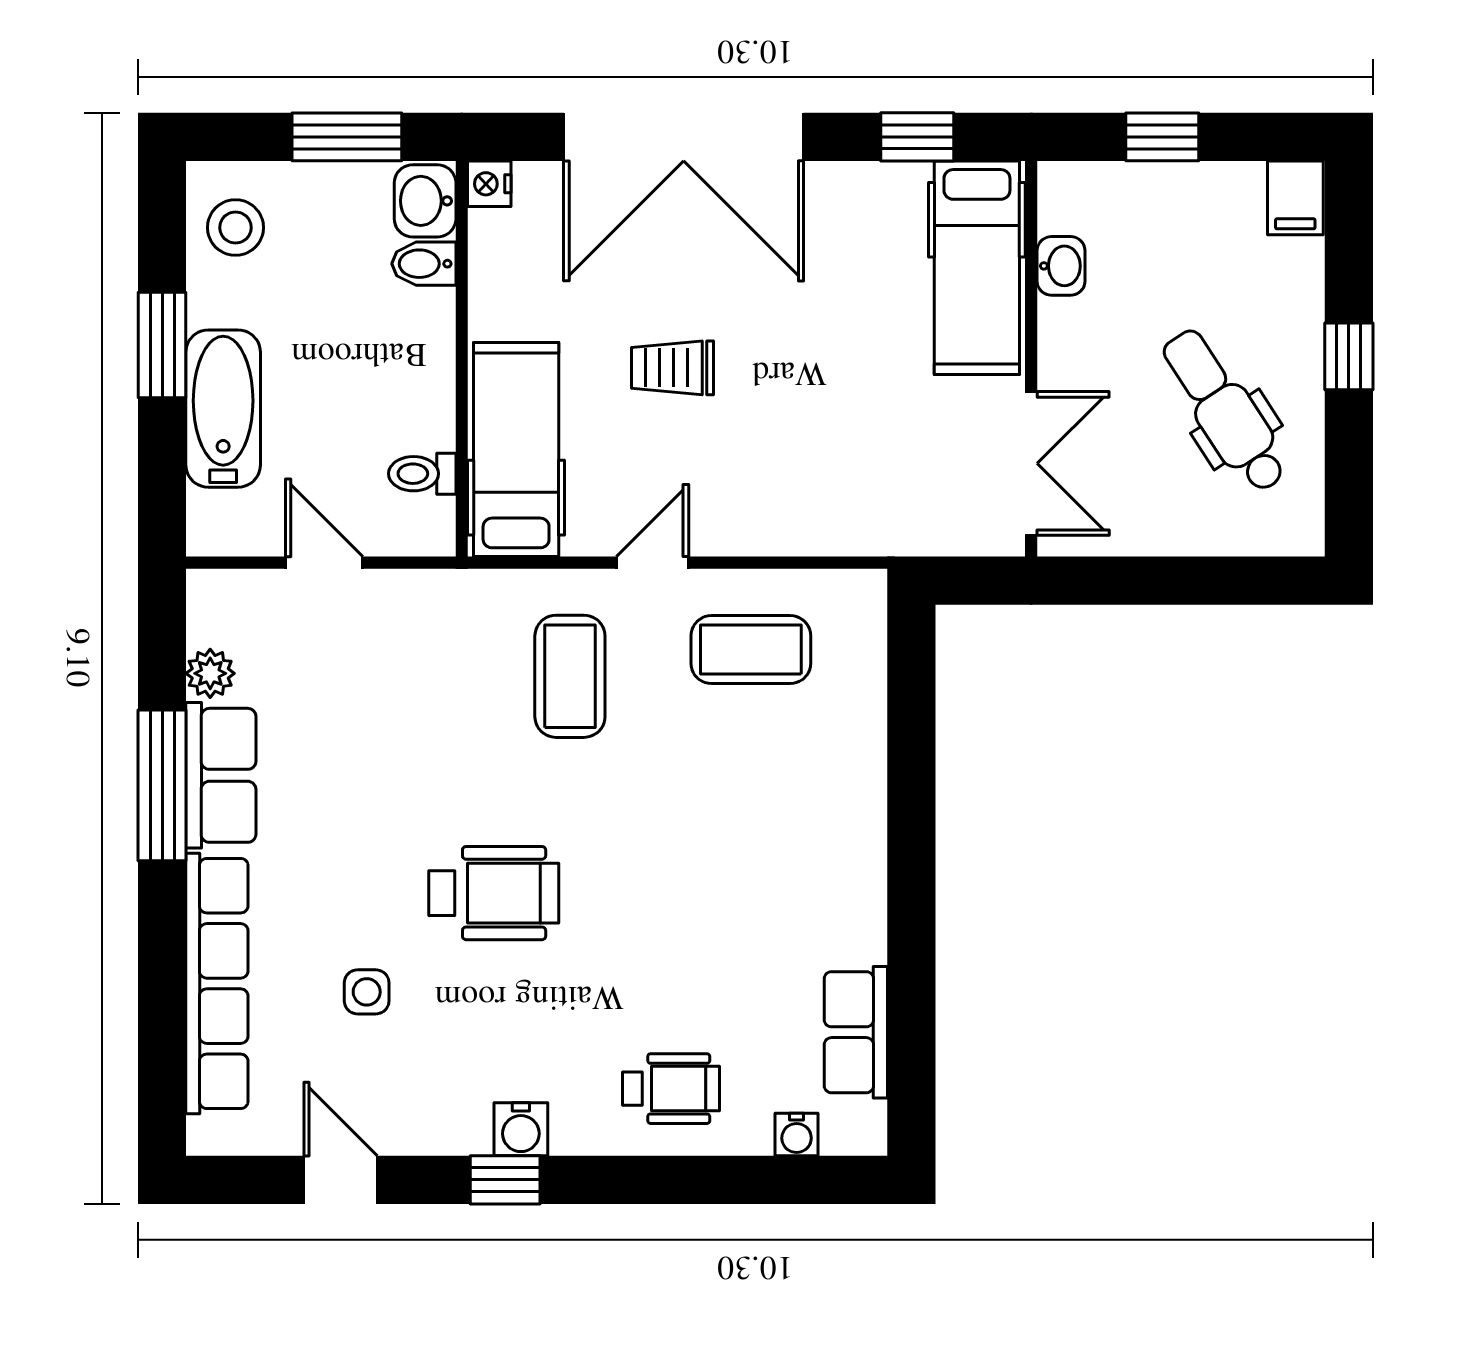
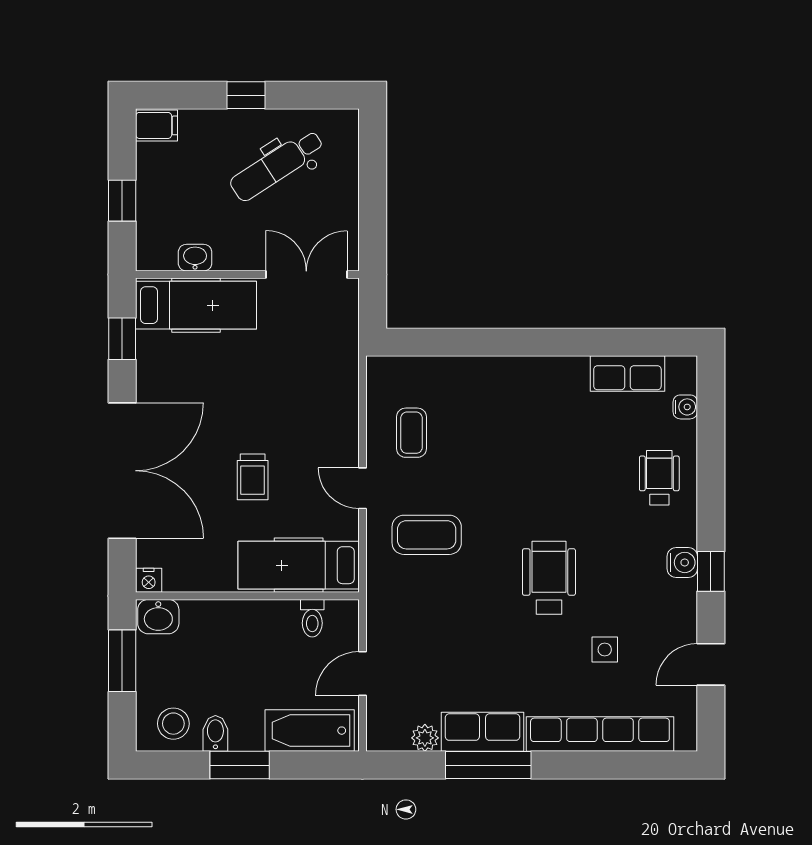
bidet: (424, 264) -> (215, 733), moved, turned 180
bathtub: (223, 409) -> (310, 731), moved
coffee table: (751, 650) -> (412, 433), width x0.73, depth x0.77

